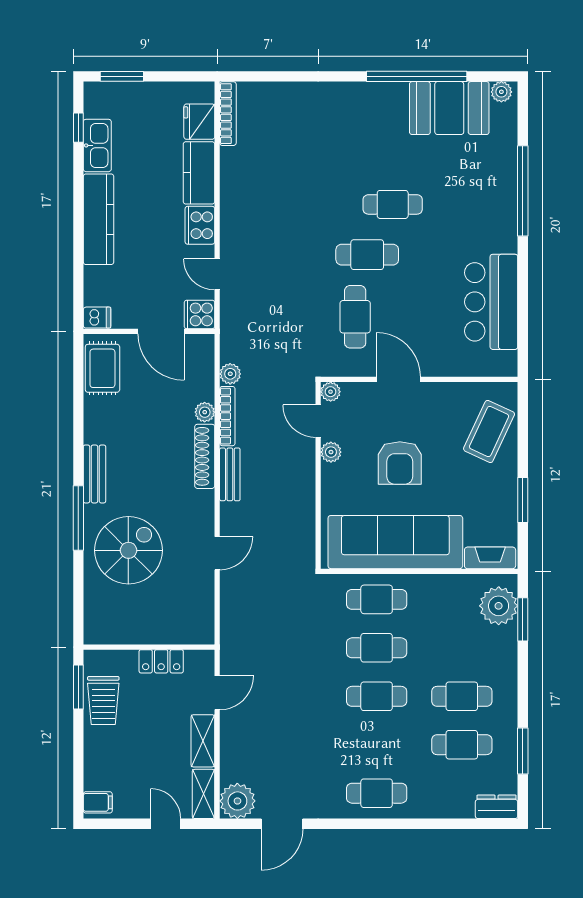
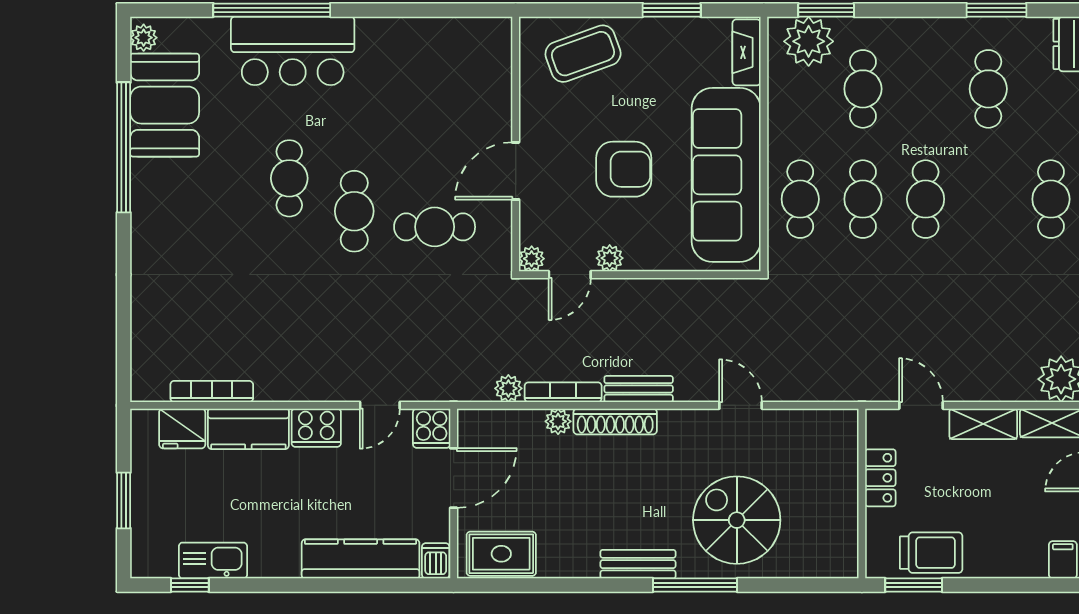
window: (122, 76) -> (124, 500), moved
bookcase: (228, 114) -> (212, 391), moved
kitchen counter: (99, 219) -> (361, 559), moved
bar counter: (491, 302) -> (293, 51), moved
coffee table: (489, 431) -> (583, 54), turned -45
cafe table: (462, 696) -> (863, 89), moved

